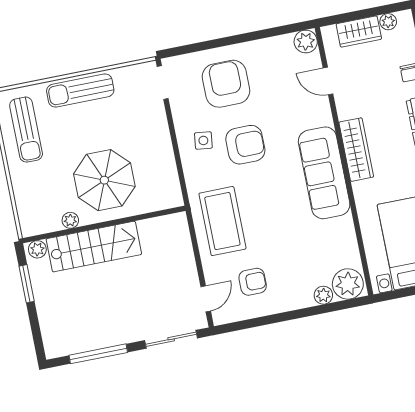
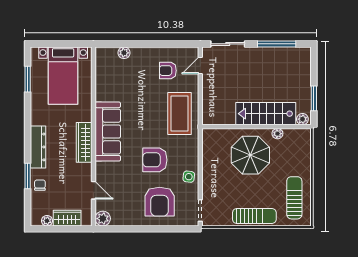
side table: (203, 140) -> (189, 177), moved
plant: (348, 284) -> (107, 57), removed

